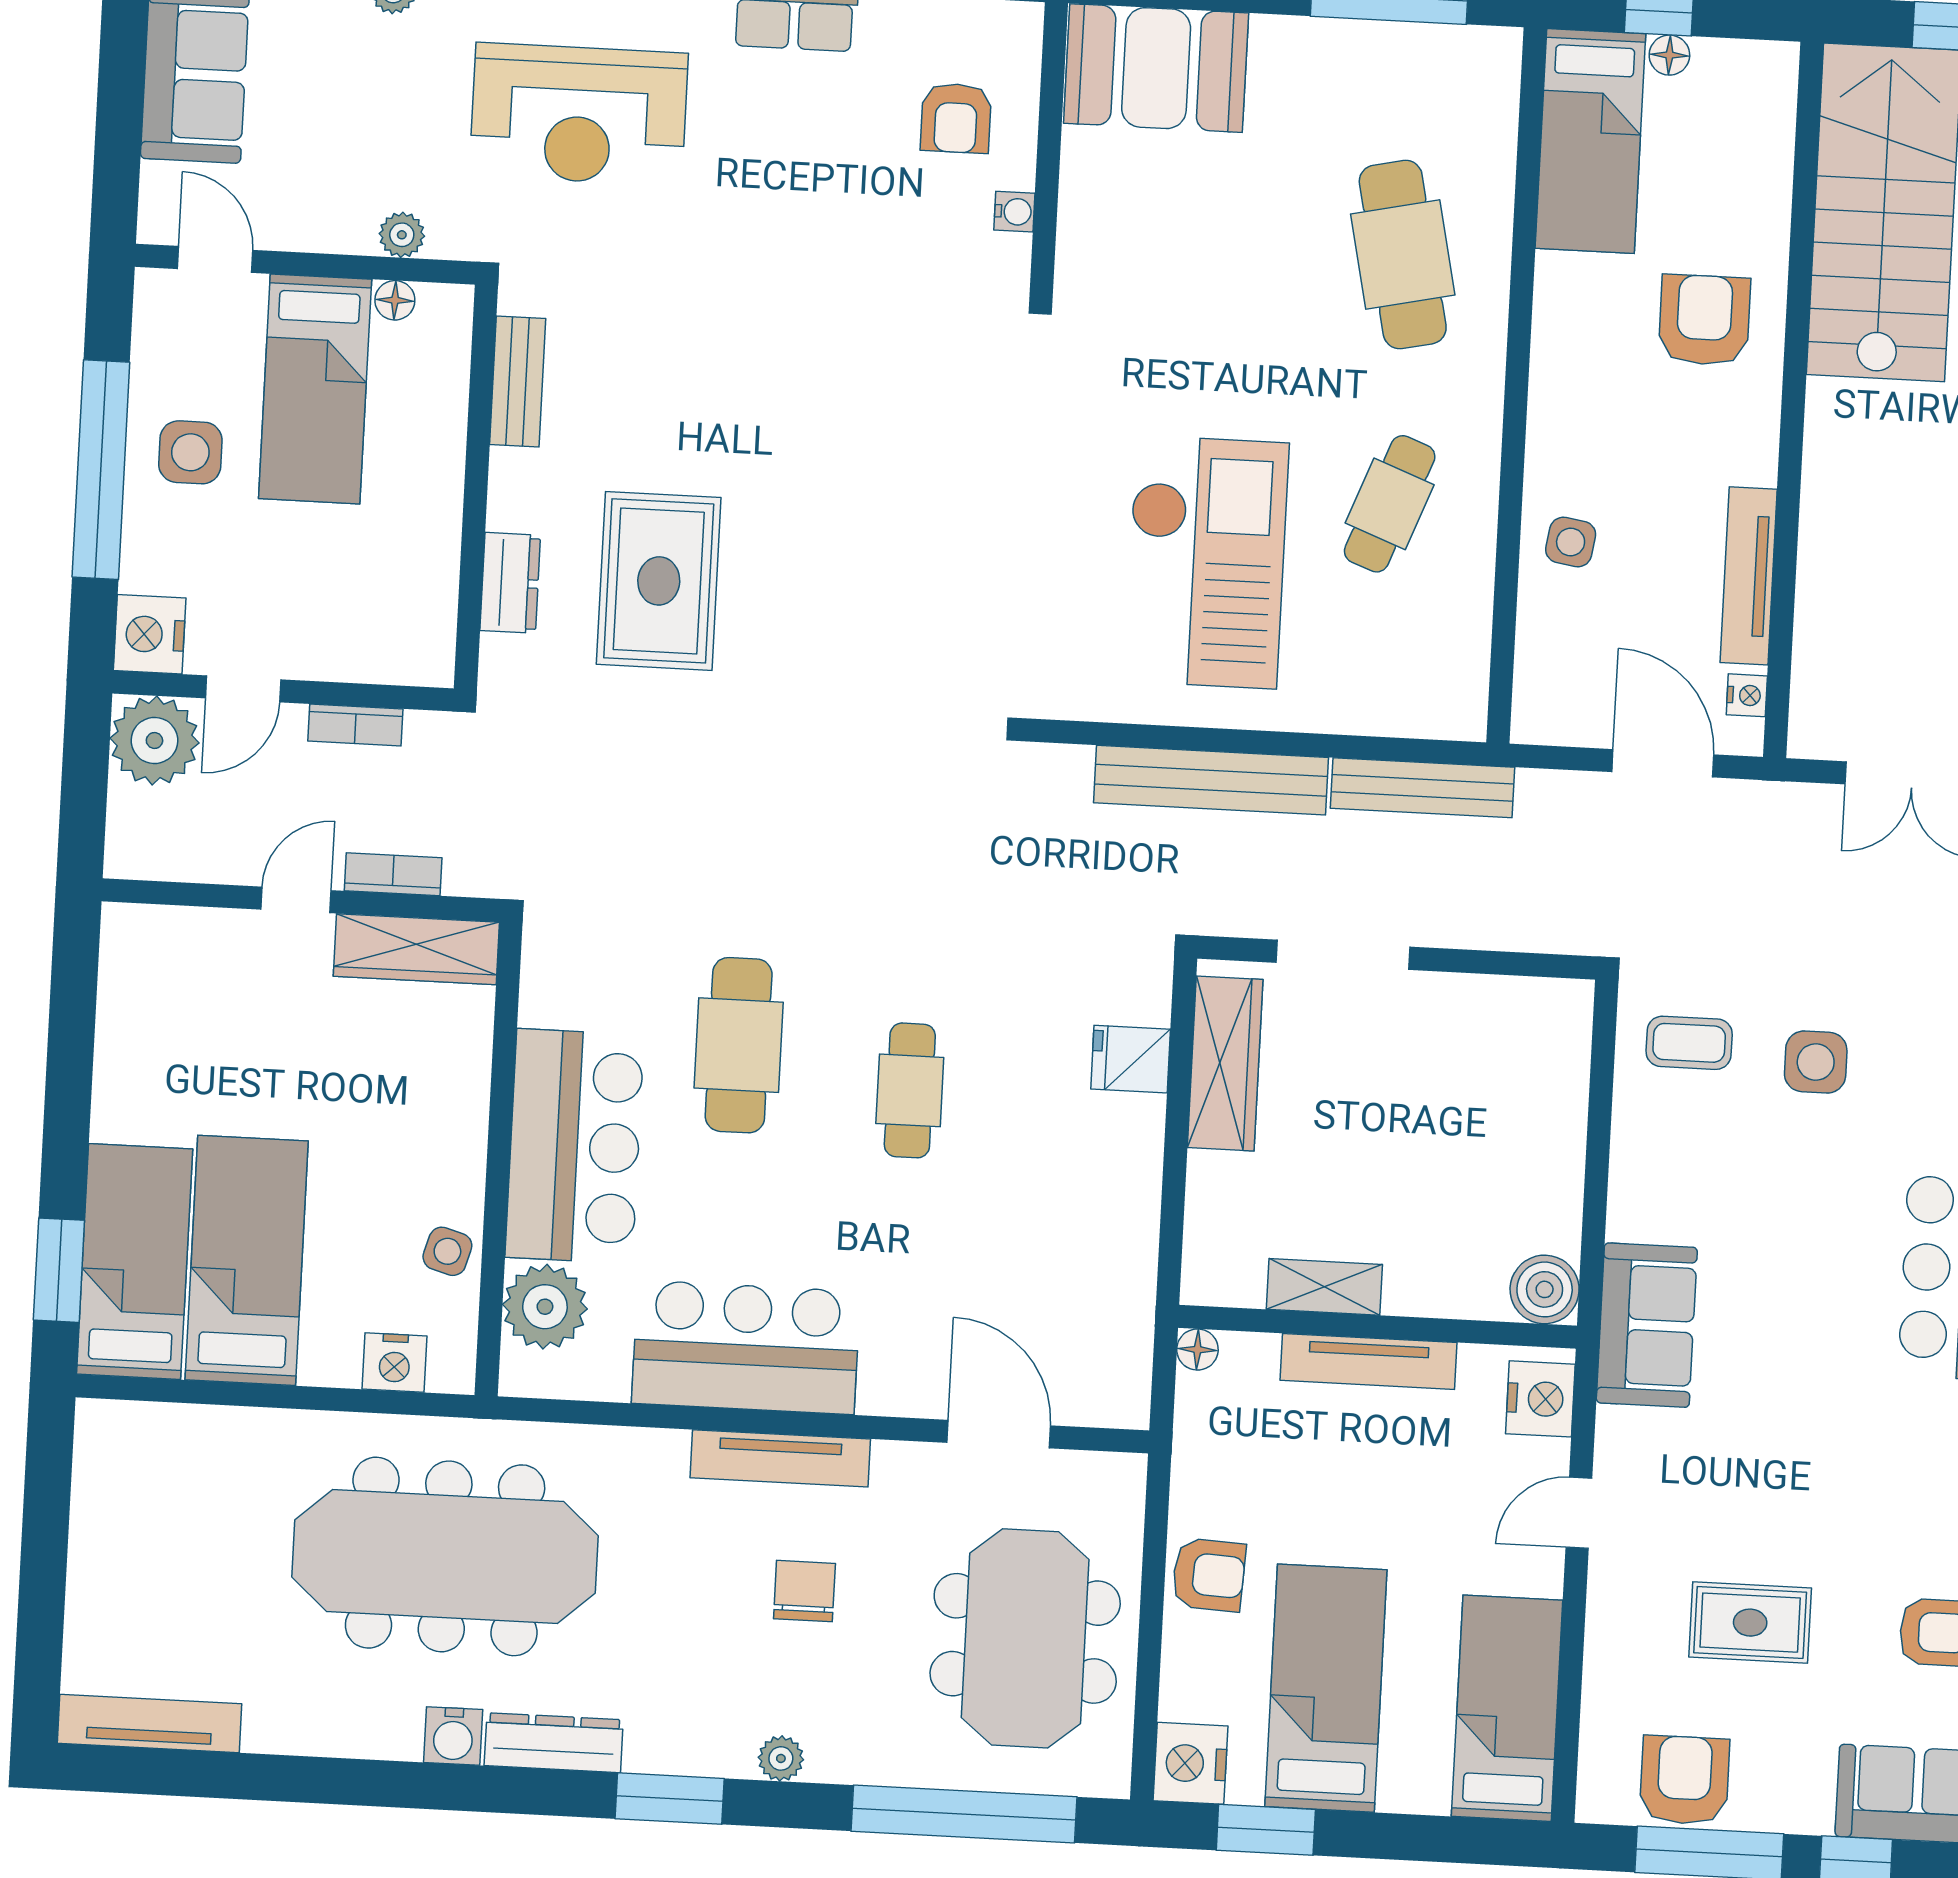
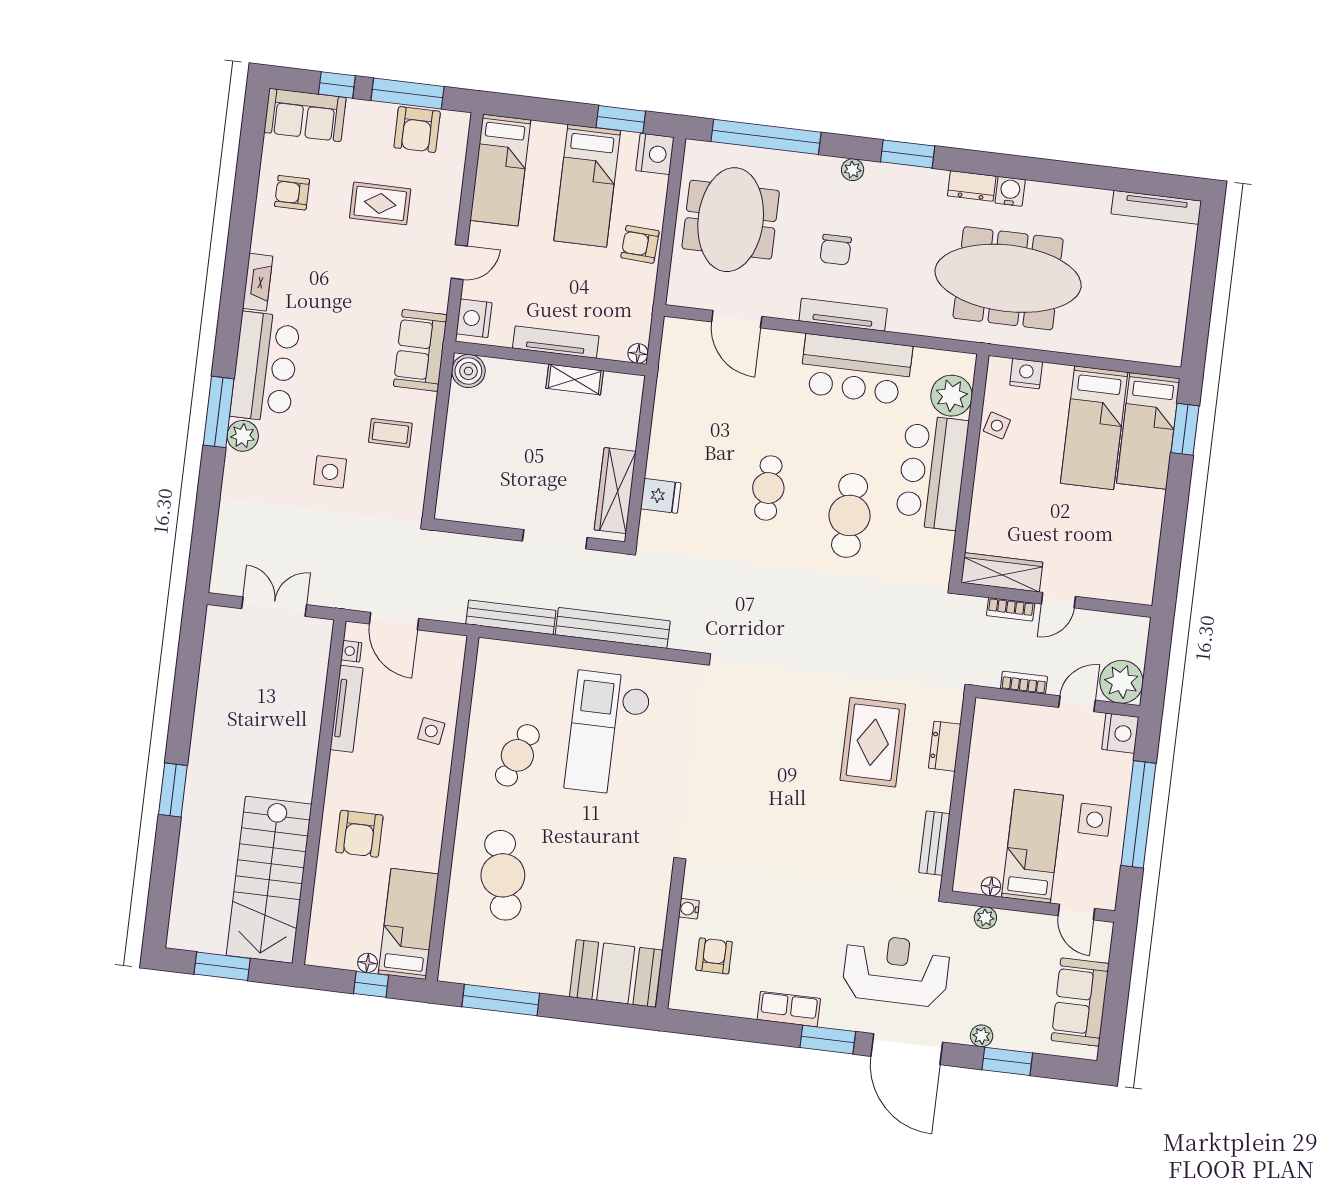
coffee table: (1689, 1043) -> (390, 433), moved
dresser: (554, 1743) -> (972, 186), width x0.70

